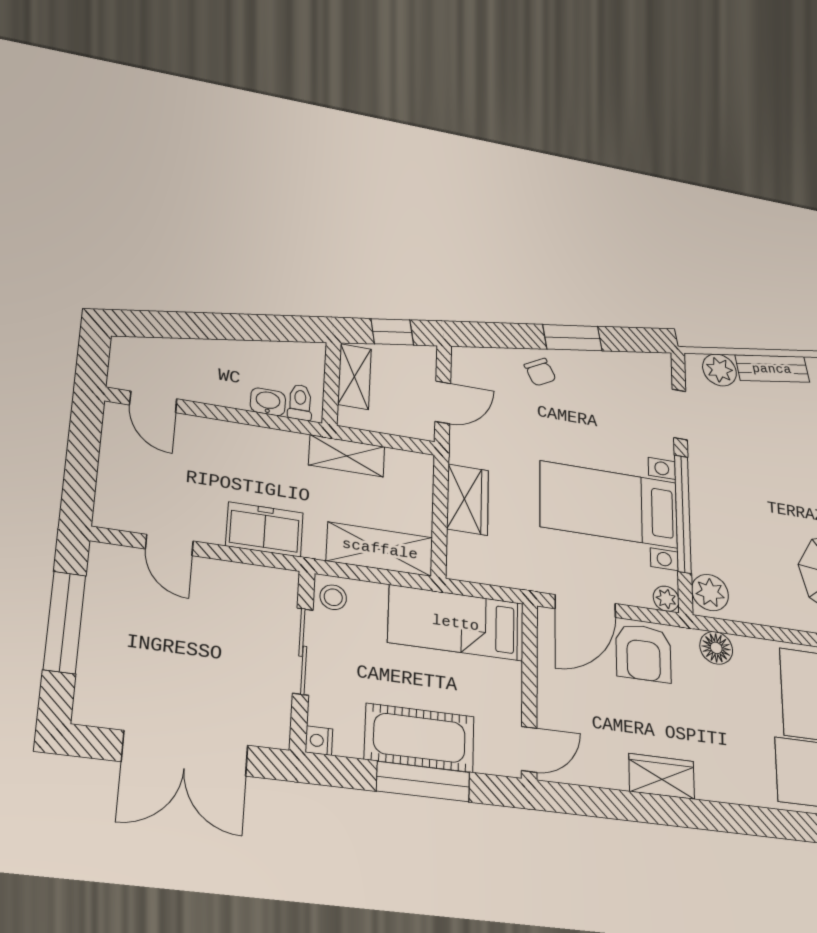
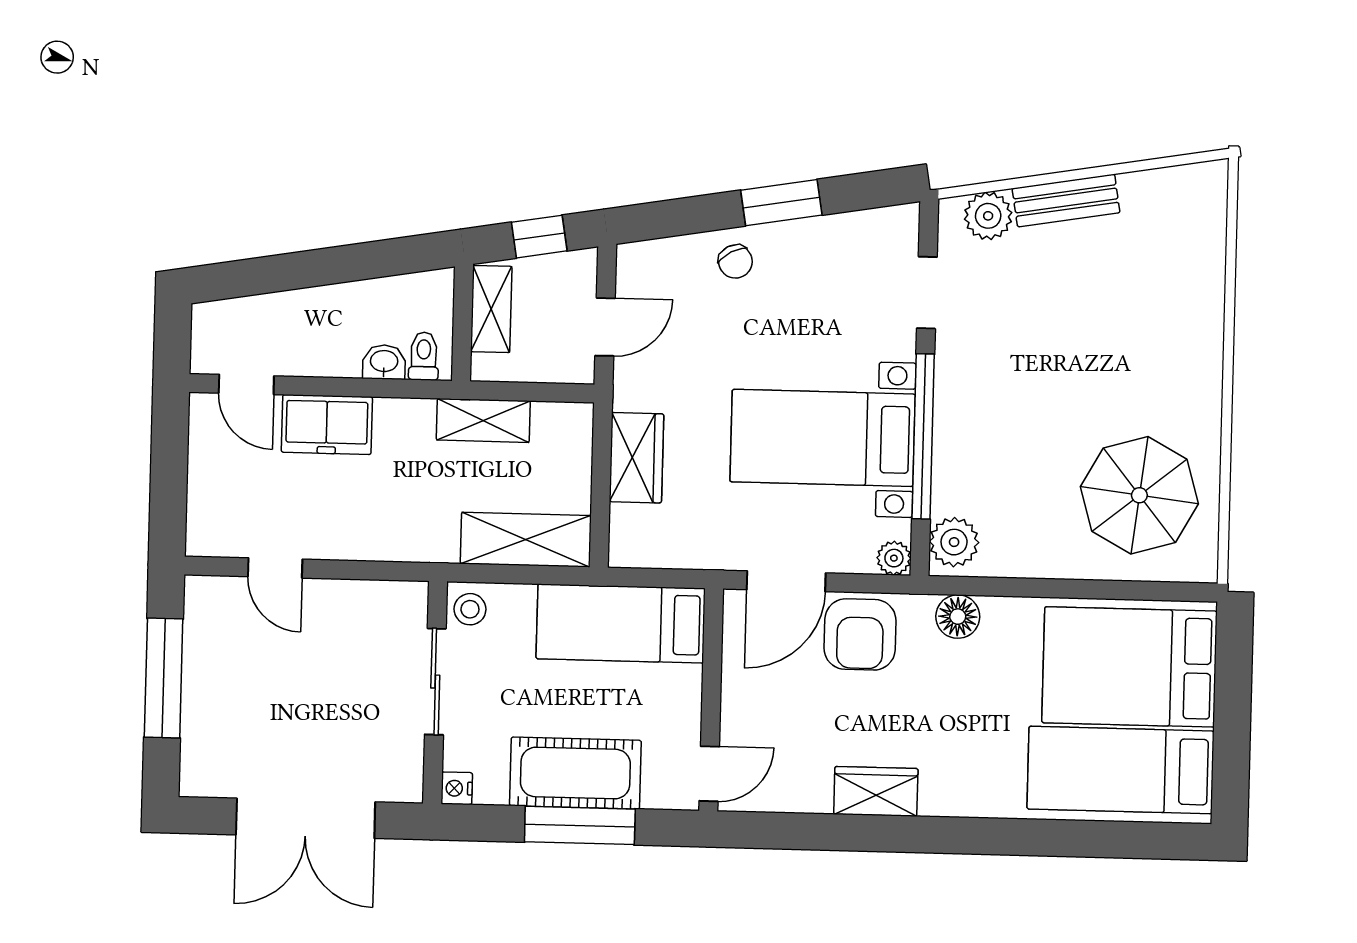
freezer: (264, 529) -> (327, 425), moved, turned 180

